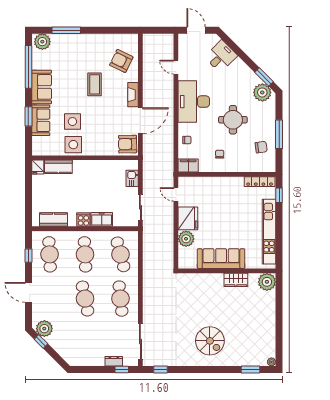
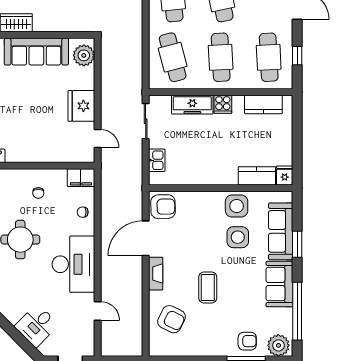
armchair: (65, 45) -> (247, 341), added
sofa: (41, 120) -> (281, 231), width x1.36
freezer: (102, 219) -> (192, 105), width x1.40
plant: (186, 239) -> (84, 55), moved

